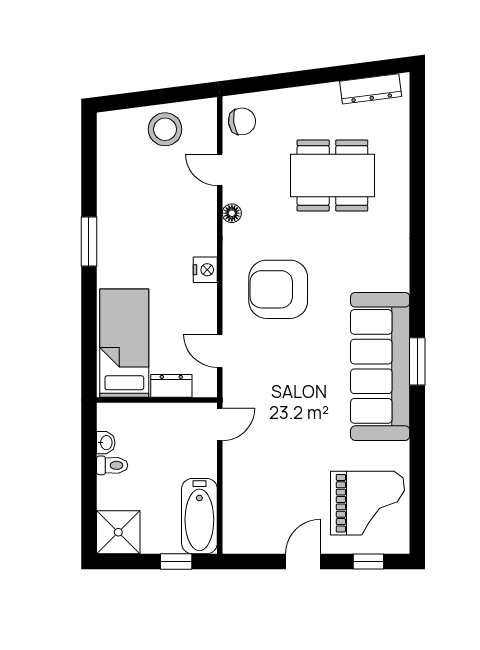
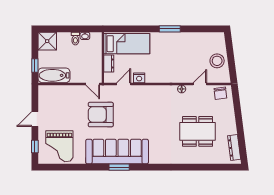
dining table: (332, 176) -> (198, 131), turned 90
nightstand: (205, 270) -> (139, 78), moved
armchair: (278, 289) -> (101, 115), moved, turned -90
door: (303, 562) -> (35, 119), swing flipped

